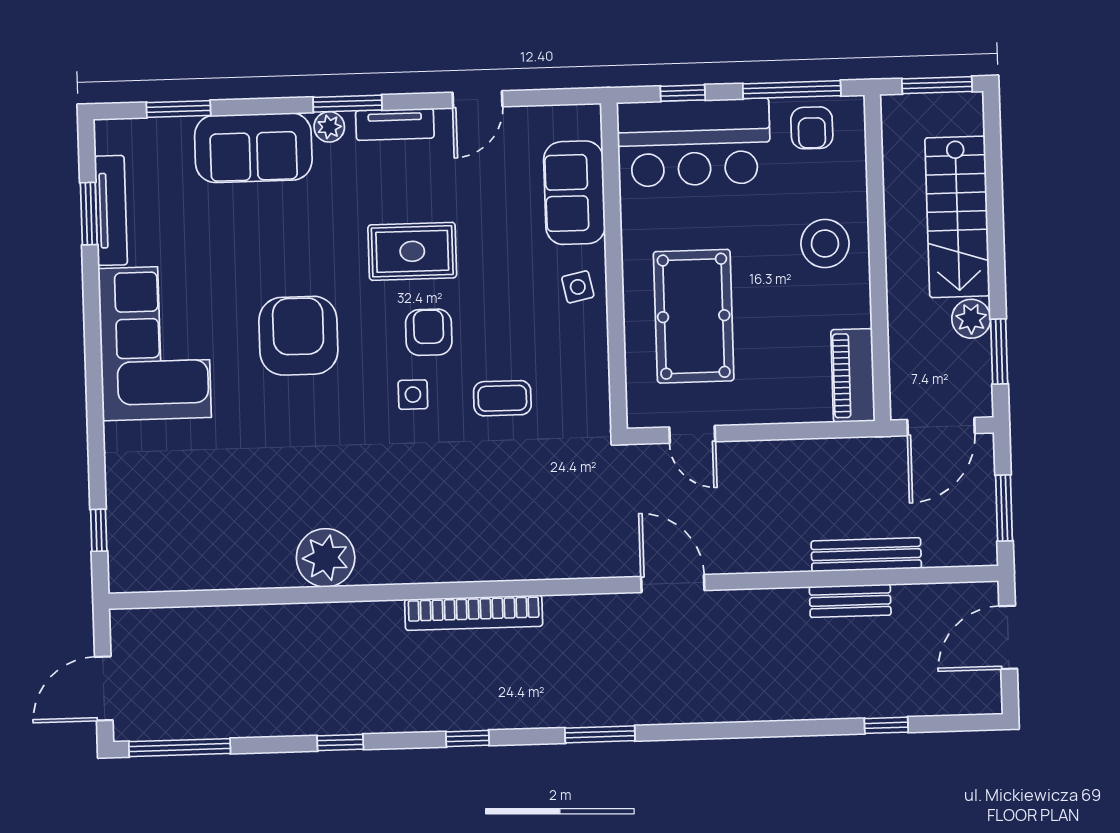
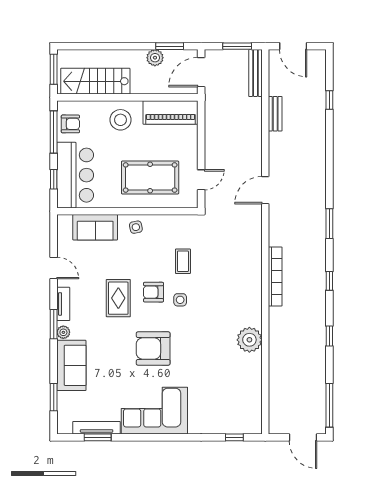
stairs: (957, 217) -> (95, 81), moved, turned 180
piano: (853, 375) -> (171, 112), width x1.37, depth x1.33
door: (941, 427) -> (201, 72), swing flipped
bench: (866, 555) -> (255, 73), moved

